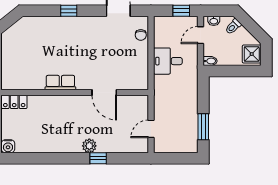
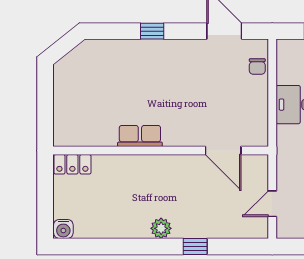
door: (104, 93) -> (223, 151), moved
plant: (89, 146) -> (161, 228), moved

